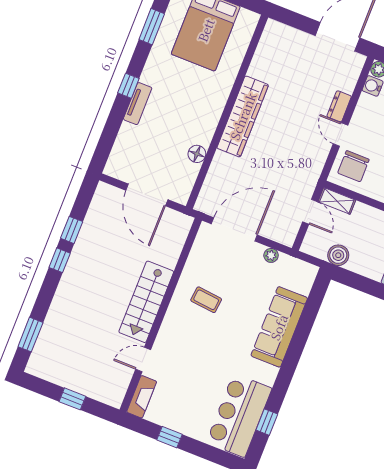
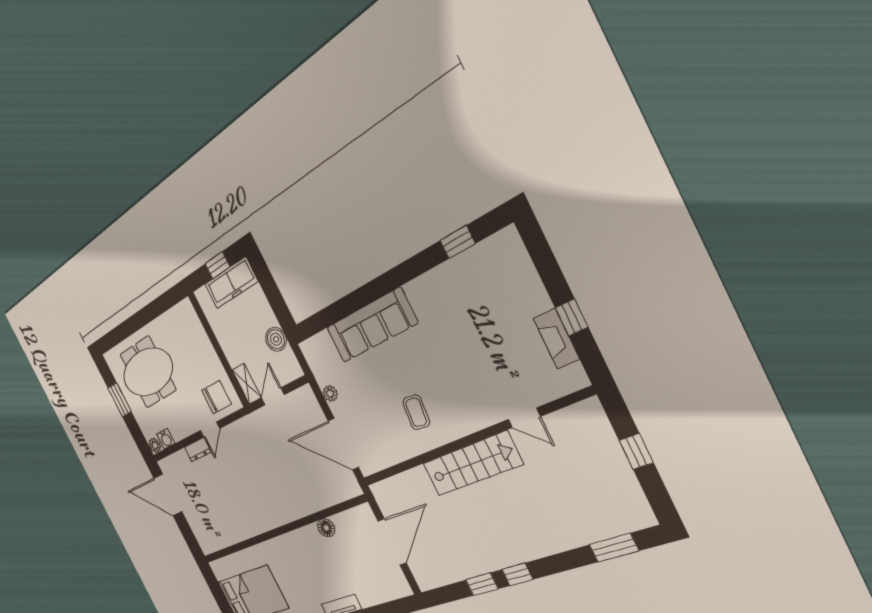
wardrobe: (243, 116) -> (271, 516), removed
fireplace: (142, 397) -> (556, 339), moved, turned -90
bar counter: (239, 415) -> (479, 274), removed

